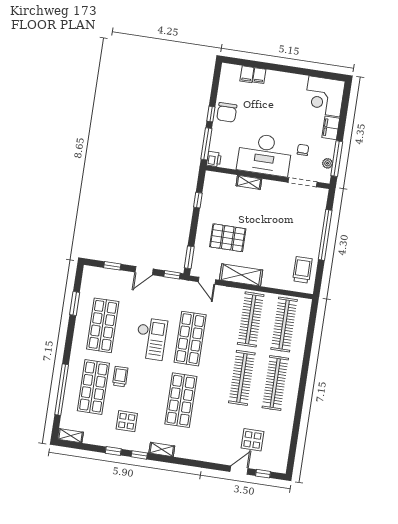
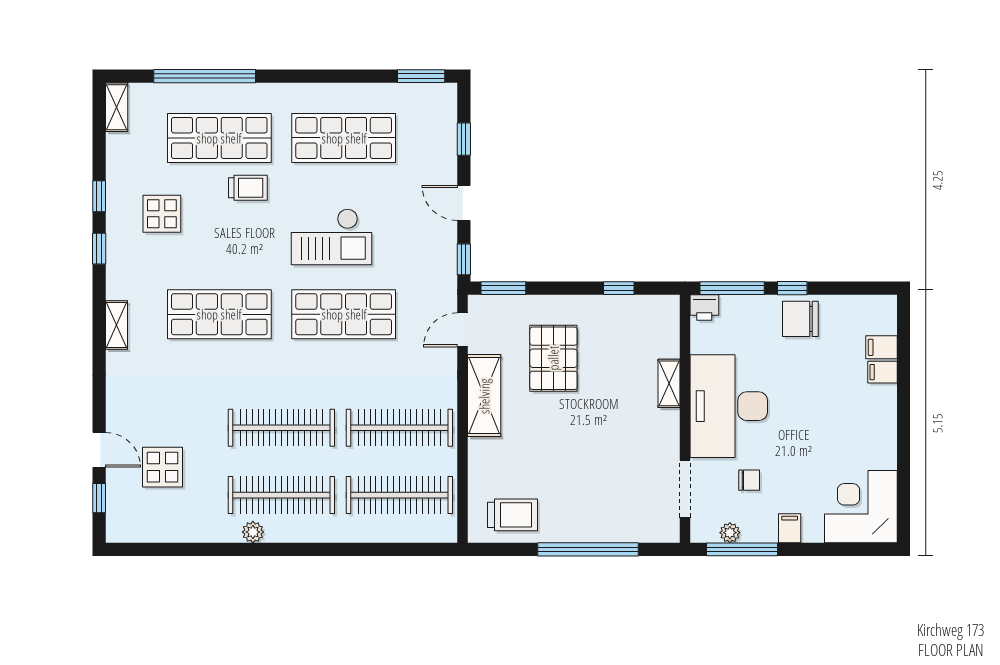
filing cabinet: (331, 128) -> (790, 528), width x0.50
window: (75, 303) -> (421, 76), moved
plant: (291, 400) -> (253, 532), added
shelving: (162, 449) -> (117, 325), moved

